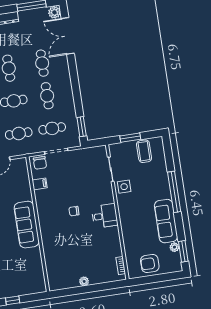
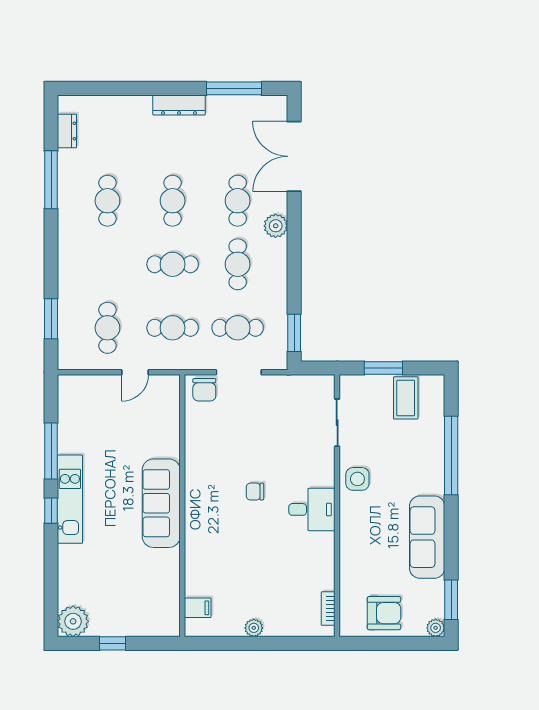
plant: (54, 12) -> (276, 226), moved
filing cabinet: (40, 184) -> (198, 608), moved
side table: (124, 187) -> (357, 479), moved
window: (174, 192) -> (451, 455), moved
plant: (174, 247) -> (436, 628), moved
armchair: (150, 263) -> (384, 613), turned 180

